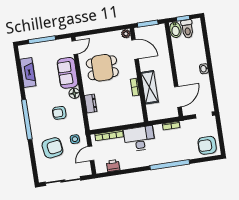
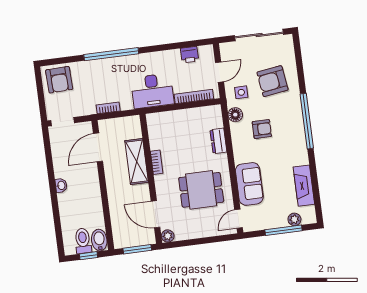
plant: (34, 48) -> (294, 219), added
floor lamp: (74, 93) -> (235, 115), moved
armchair: (207, 145) -> (59, 80), turned 88

